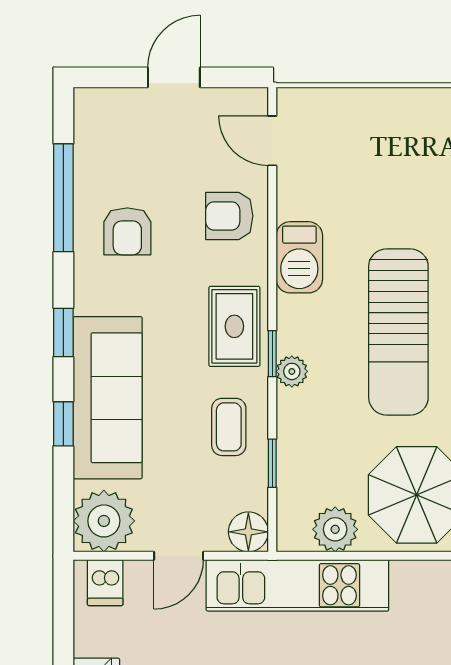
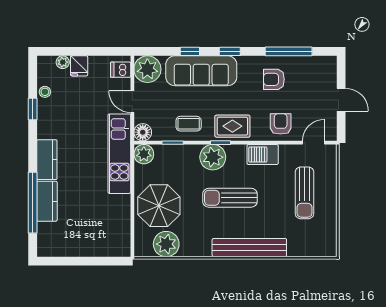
sun lounger: (387, 161) -> (304, 193), added
sun lounger: (398, 332) -> (230, 198), width x0.73, depth x0.75
plant: (292, 371) -> (213, 157), width x1.87, depth x1.87
plant: (335, 529) -> (144, 154), moved

